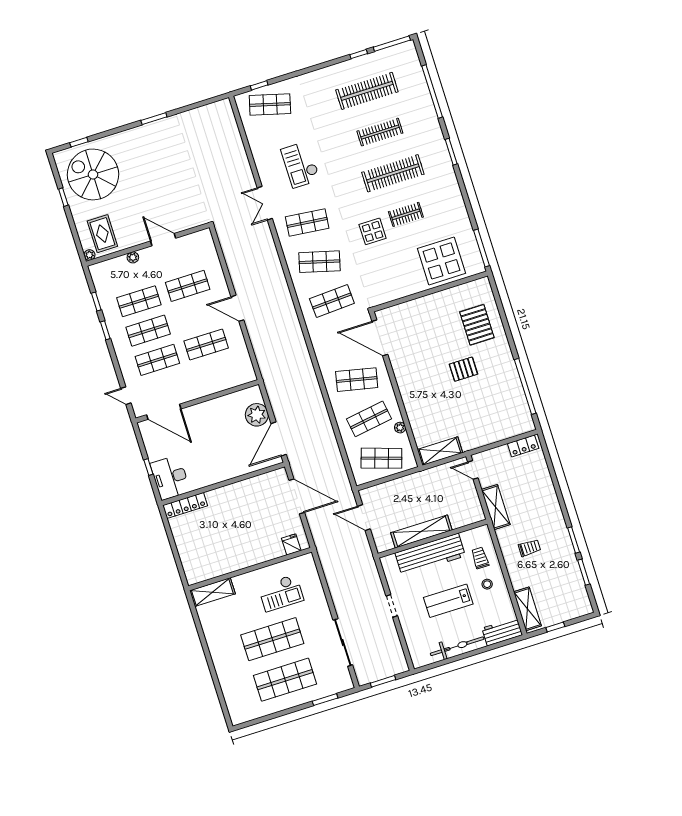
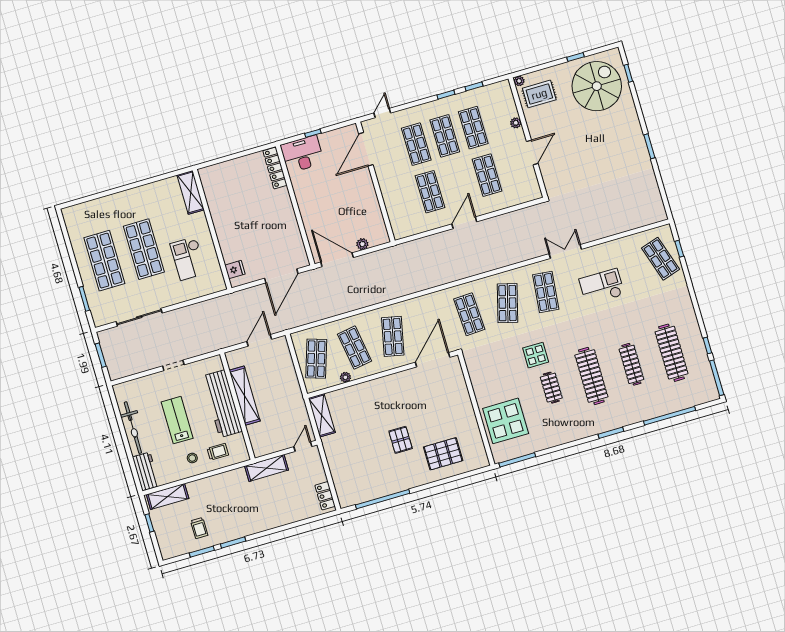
shop shelf: (270, 105) -> (660, 259), turned -33
plant: (257, 415) -> (362, 244), width x0.53, depth x0.53
trolley: (529, 548) -> (199, 528), moved

